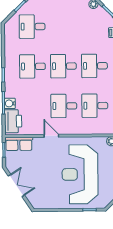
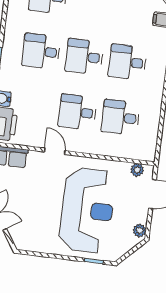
reception desk: (80, 174) -> (87, 210), turned 180

